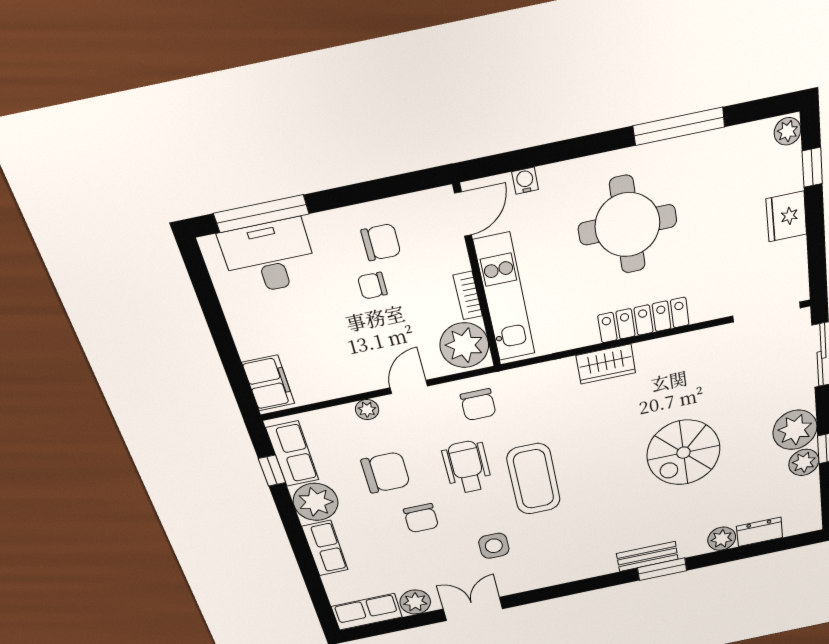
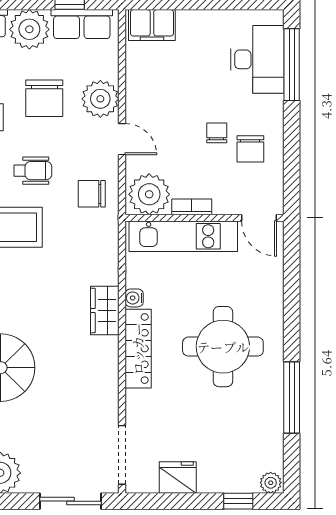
water cooler: (525, 181) -> (134, 298), moved, turned 180
fridge: (786, 216) -> (178, 477), moved
plant: (367, 410) -> (100, 99), width x1.88, depth x1.88
wheelchair: (467, 467) -> (33, 171), width x0.73, depth x0.73

